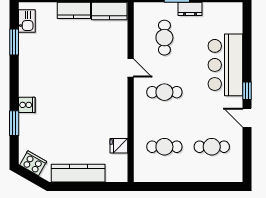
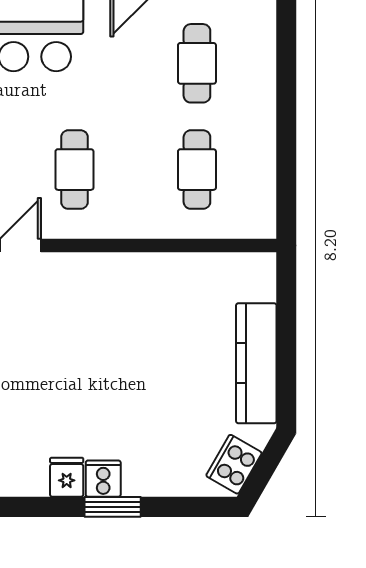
window: (14, 123) -> (113, 507), moved
fridge: (119, 146) -> (67, 477), moved, turned 180

